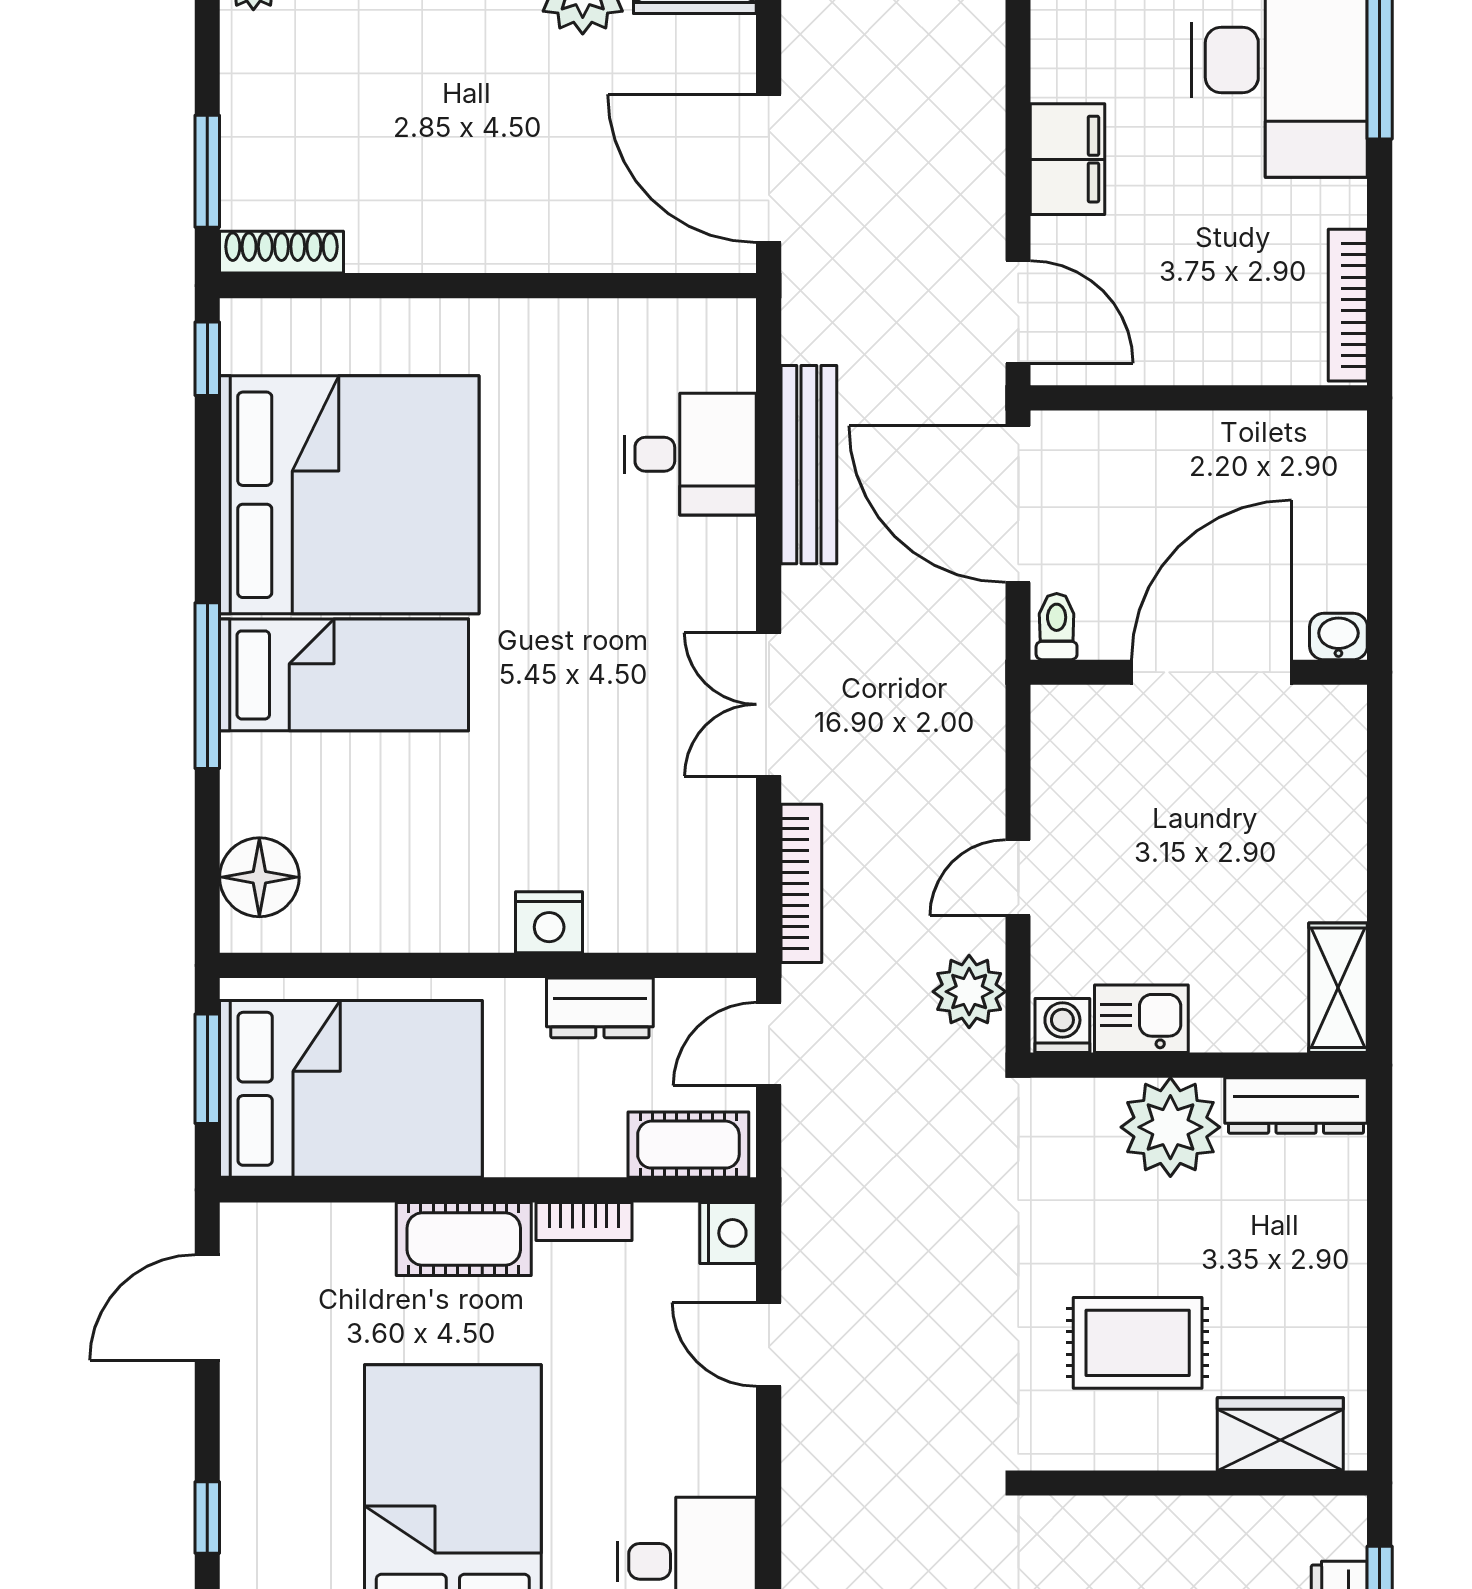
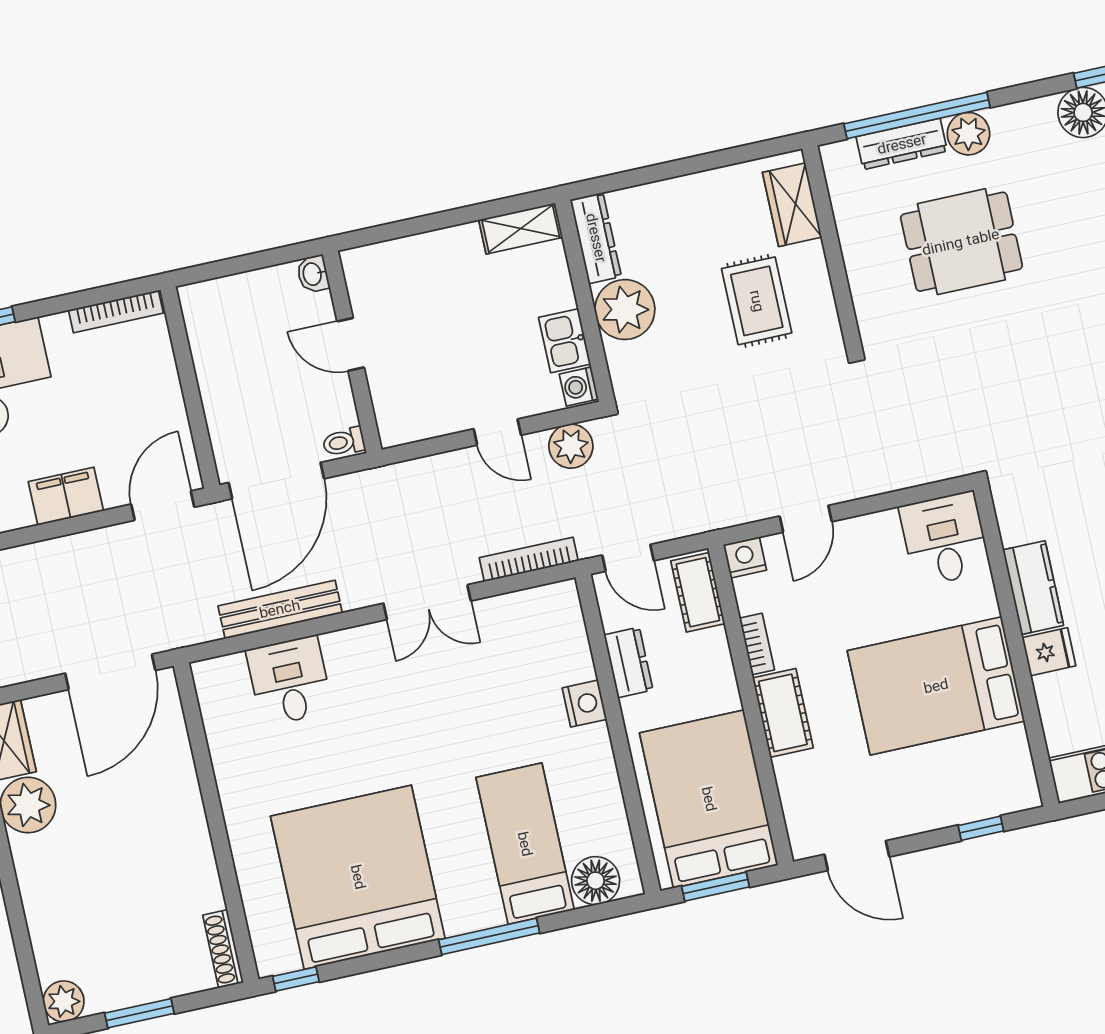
window: (207, 171) -> (139, 1013), moved
door: (1212, 672) -> (351, 344), width x0.53
bed: (344, 675) -> (525, 844), moved

